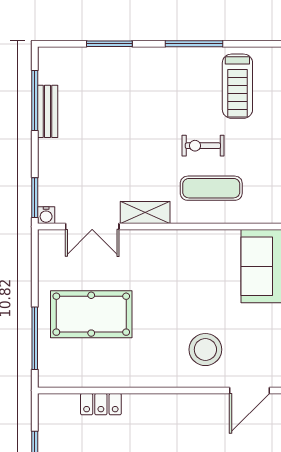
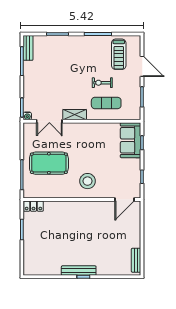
bench: (48, 111) -> (28, 48), moved
stool: (205, 350) -> (88, 181), moved
locker: (101, 404) -> (33, 206), moved

